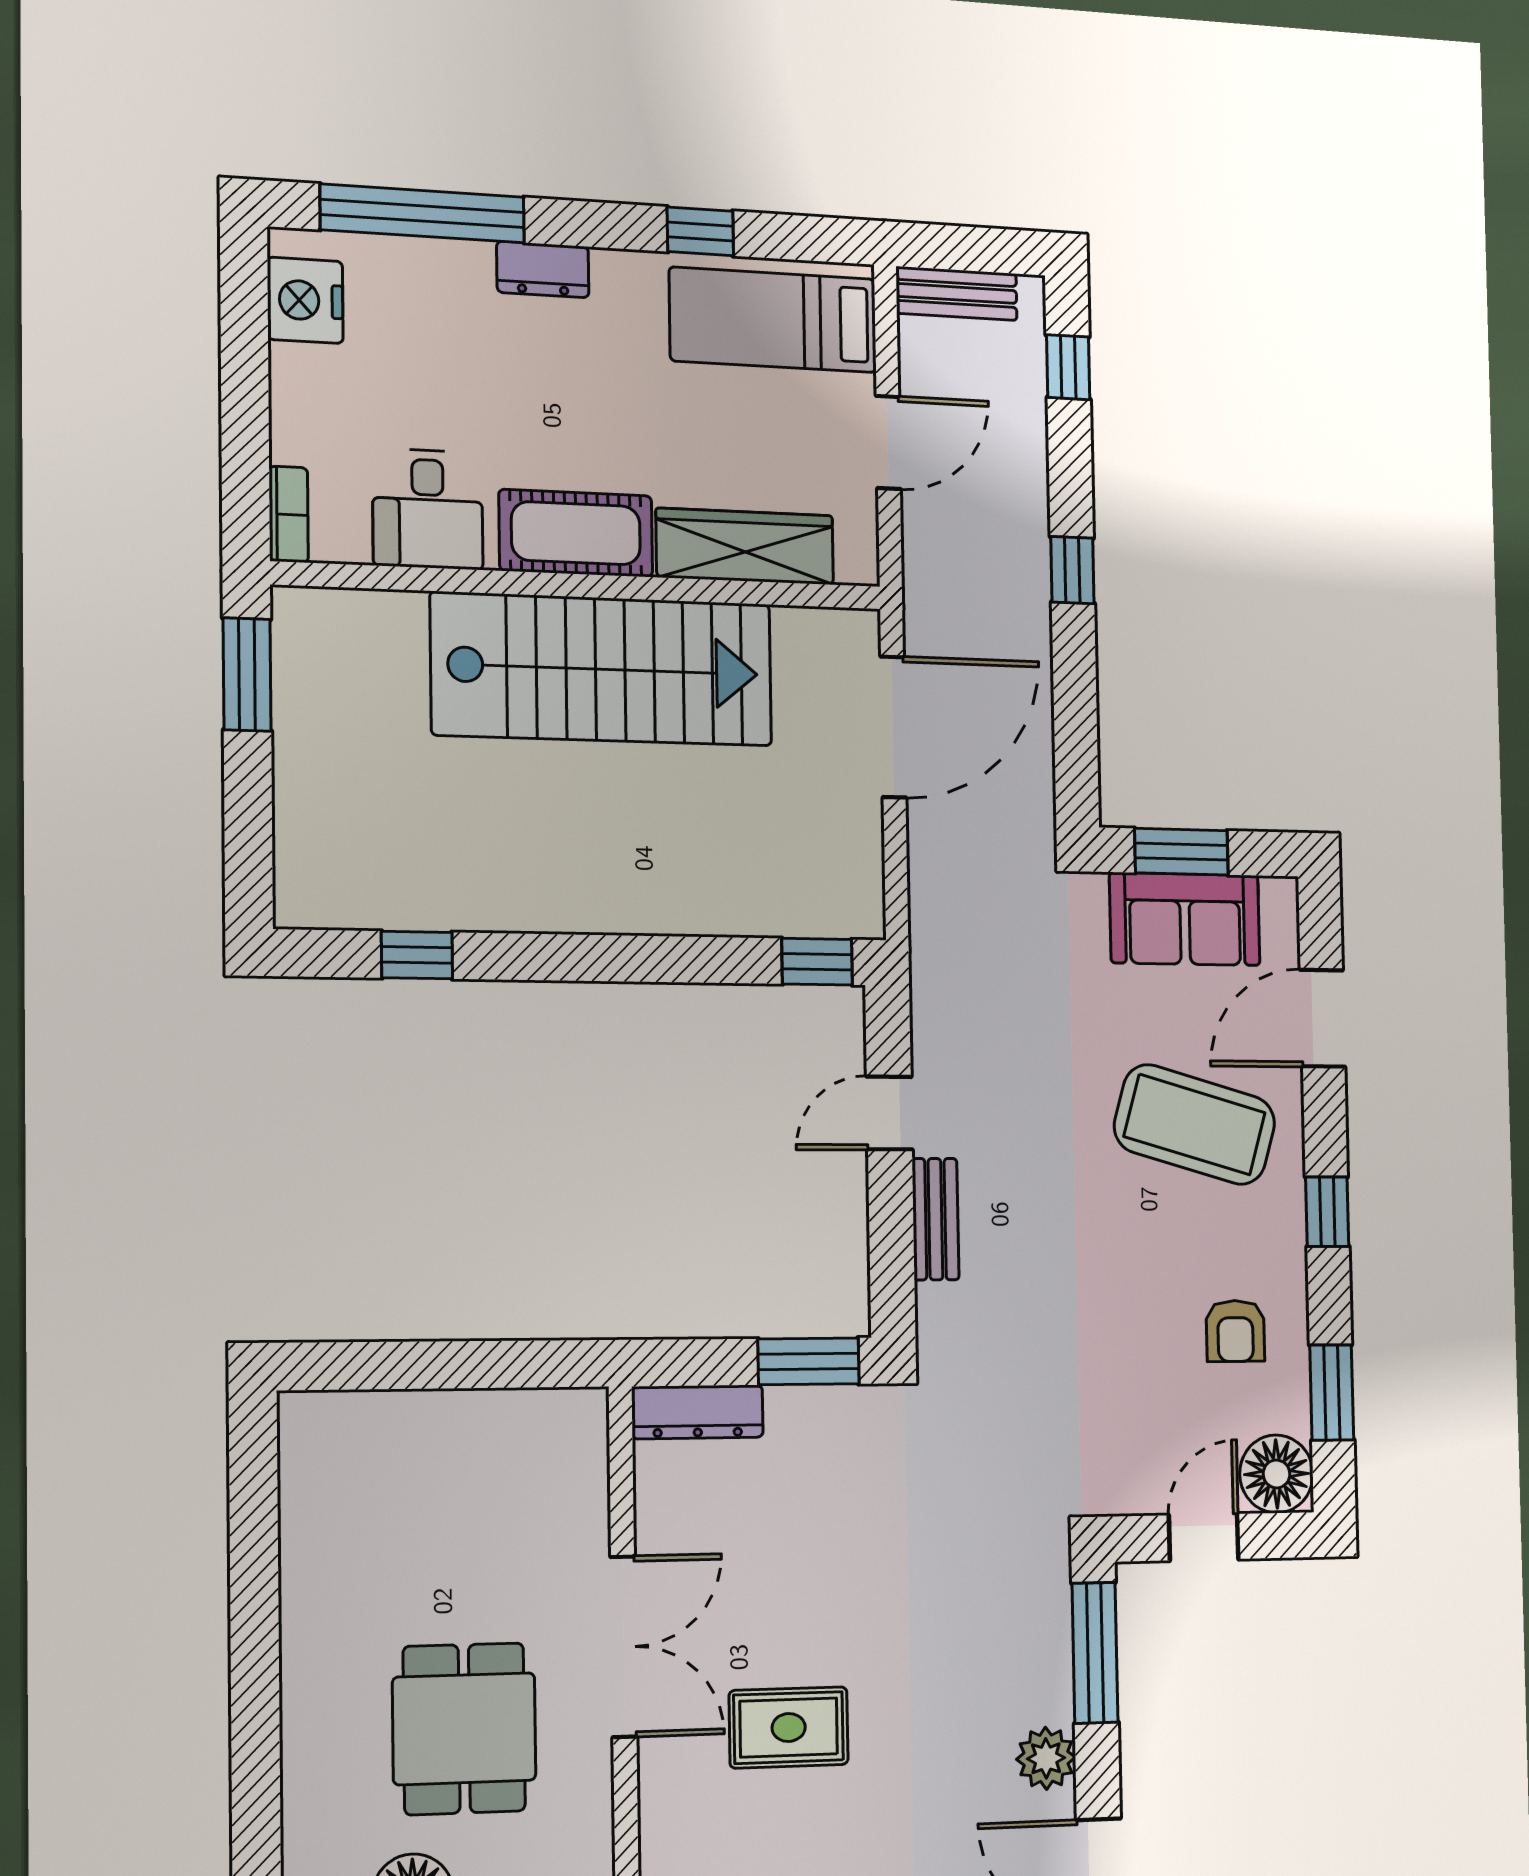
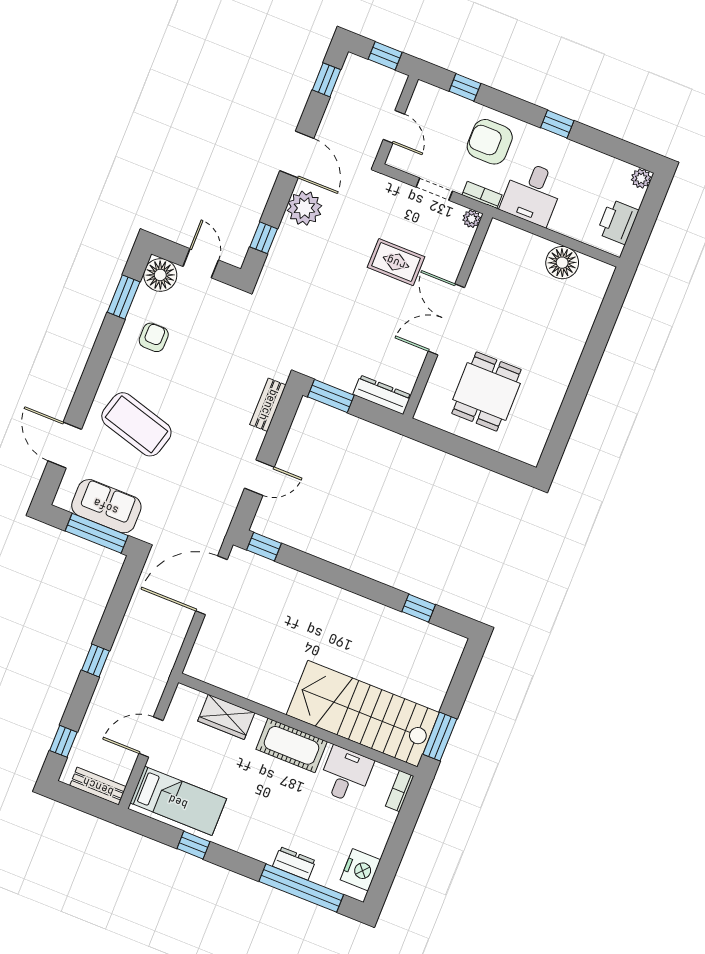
dresser: (543, 269) -> (294, 863), moved
wardrobe: (745, 546) -> (226, 717), width x0.67
stairs: (602, 669) -> (363, 714), moved
door: (893, 727) -> (211, 585), moved
window: (1181, 852) -> (97, 533), width x1.44
door: (1322, 1018) -> (65, 445), swing flipped
window: (1327, 1212) -> (95, 368), removed
bench: (935, 1219) -> (268, 405), moved
door: (1204, 1537) -> (201, 263), swing flipped
window: (1095, 1653) -> (264, 238), width x0.46
dining table: (464, 1729) -> (486, 392), moved
plant: (1046, 1758) -> (304, 208), width x1.36, depth x1.36

